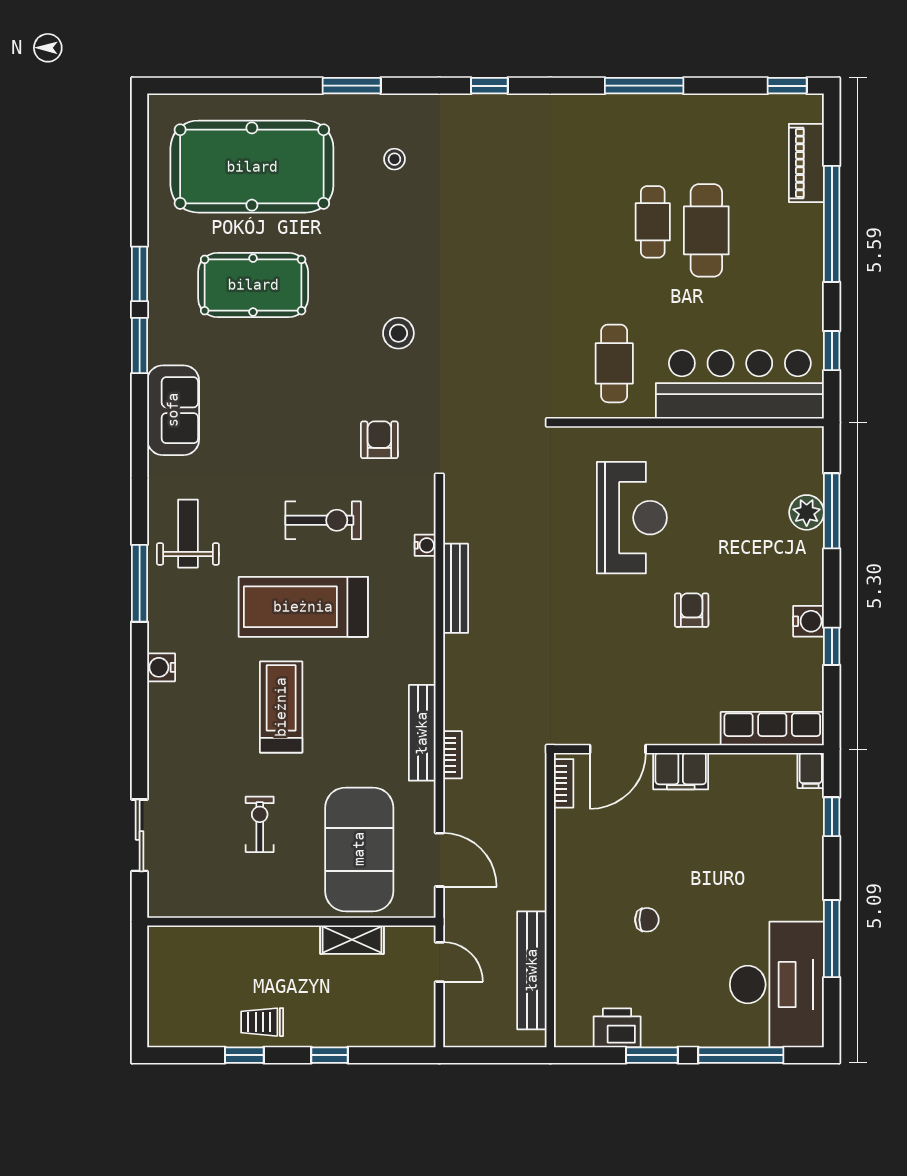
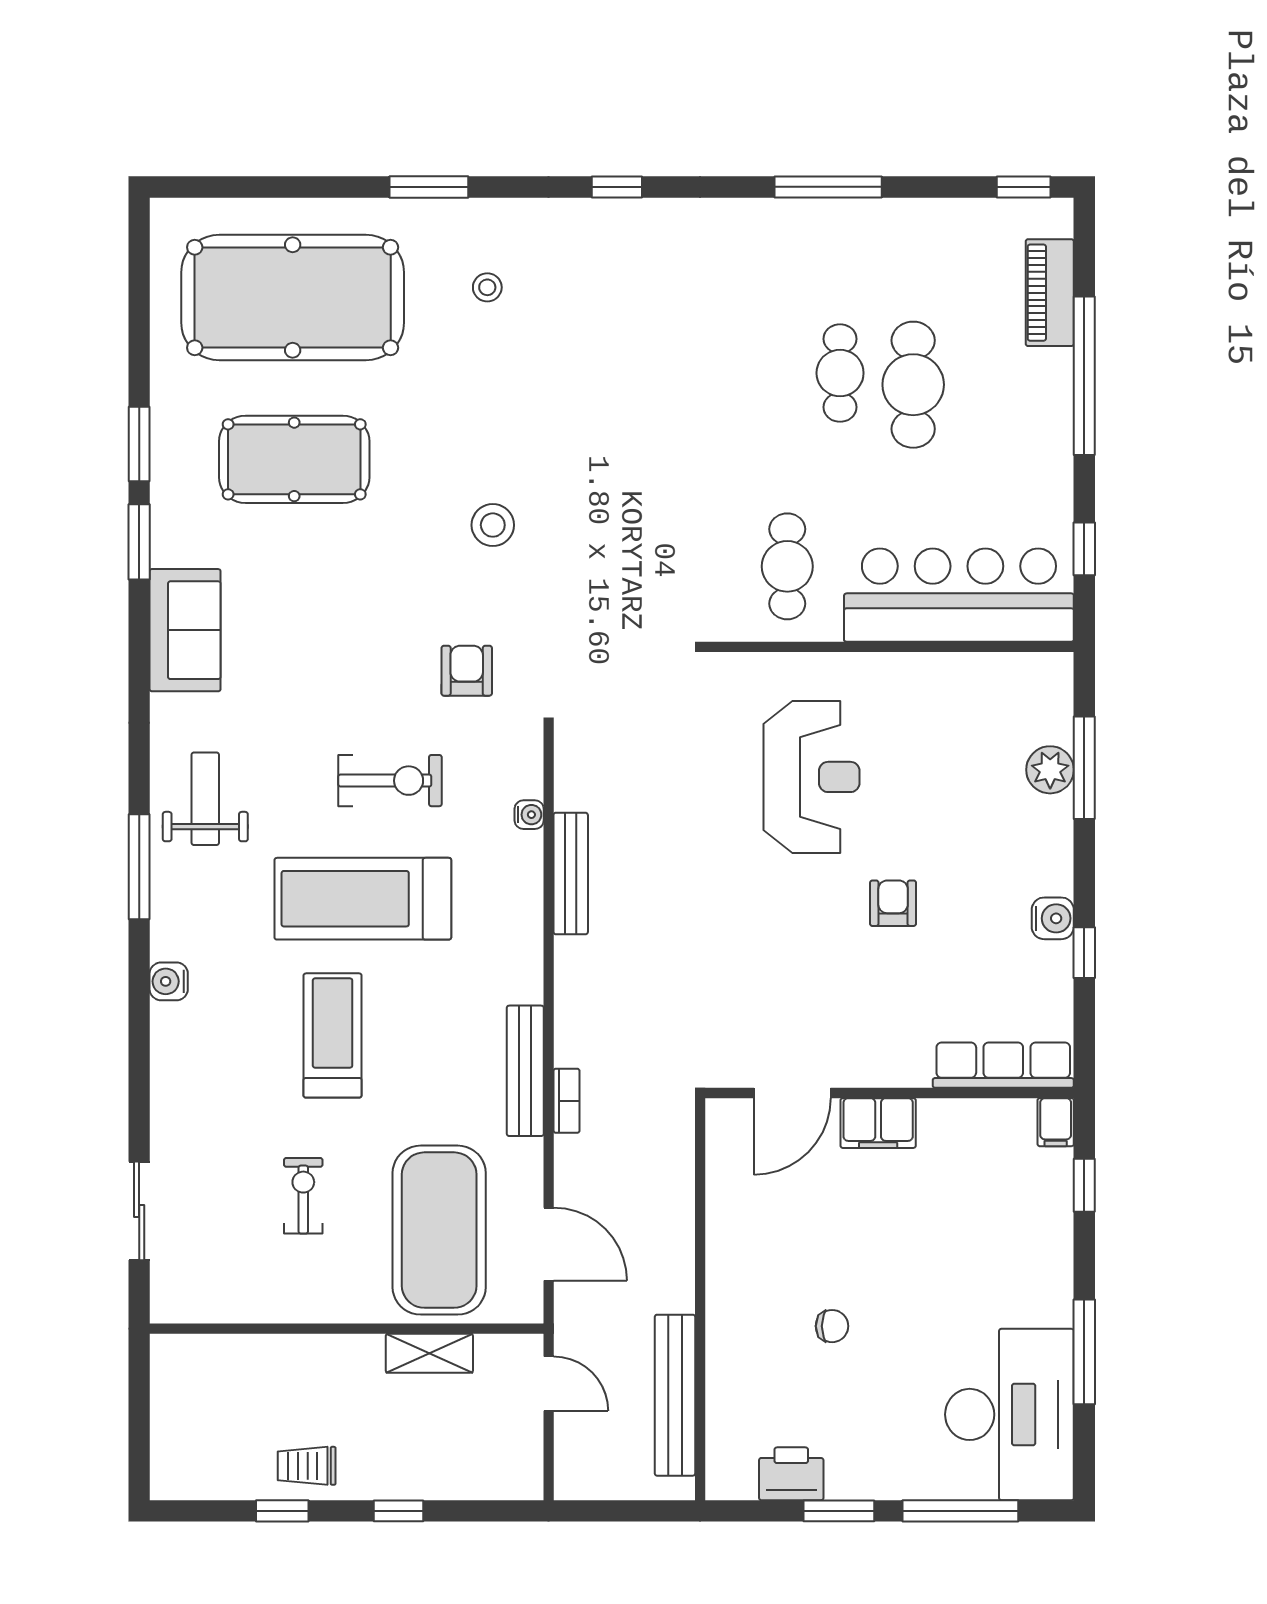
bookcase: (564, 783) -> (718, 1140), removed

